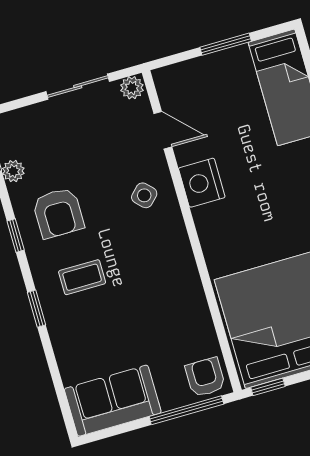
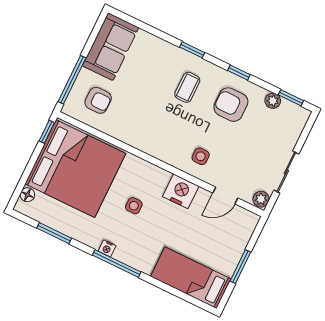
side table: (144, 195) -> (201, 156), turned 45
side table: (263, 220) -> (134, 206), added
armchair: (205, 377) -> (98, 100), moved

